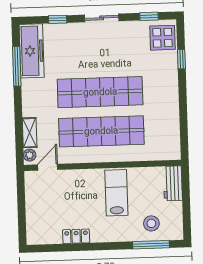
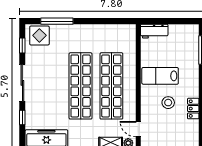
sliding door: (102, 18) -> (22, 83), width x1.37
window: (181, 59) -> (57, 21), width x2.17
stool: (151, 223) -> (168, 103), moved

